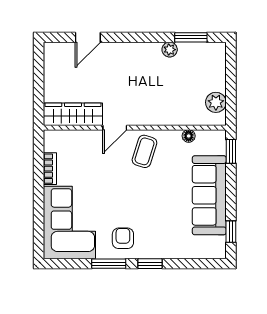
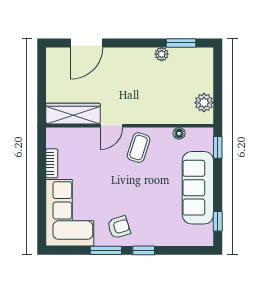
door: (88, 37) -> (87, 43), width x1.38
armchair: (123, 238) -> (119, 227), turned 73

